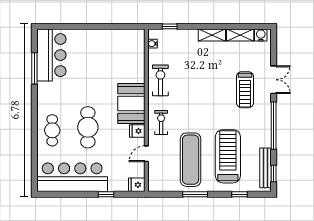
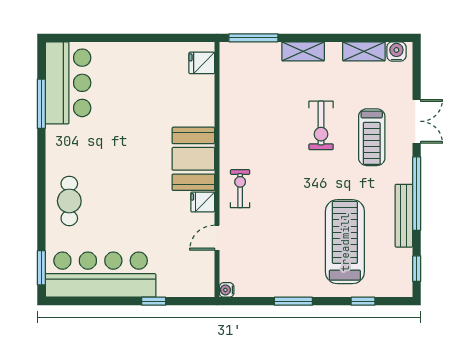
window: (170, 26) -> (253, 38), width x2.17
shelving: (212, 35) -> (303, 51), moved
water cooler: (152, 44) -> (227, 290), moved
exercise bike: (160, 80) -> (321, 125), moved, turned 180
cafe table: (88, 127) -> (125, 196), removed
exercise mat: (191, 160) -> (286, 247), removed
bench: (266, 168) -> (404, 216), moved
window: (34, 173) -> (41, 268), added
fridge: (137, 185) -> (202, 63), moved

